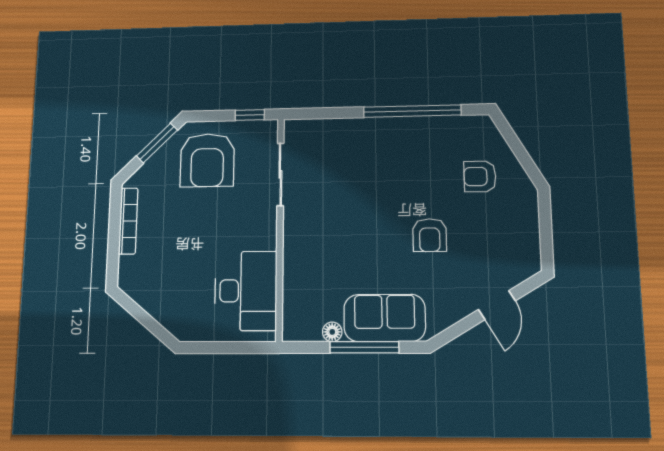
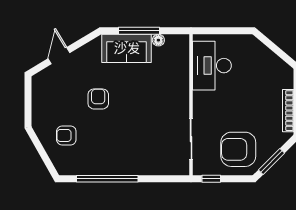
armchair: (207, 160) -> (238, 149), turned -90
armchair: (480, 176) -> (66, 135), turned 180

